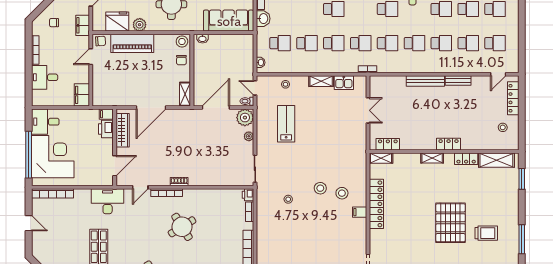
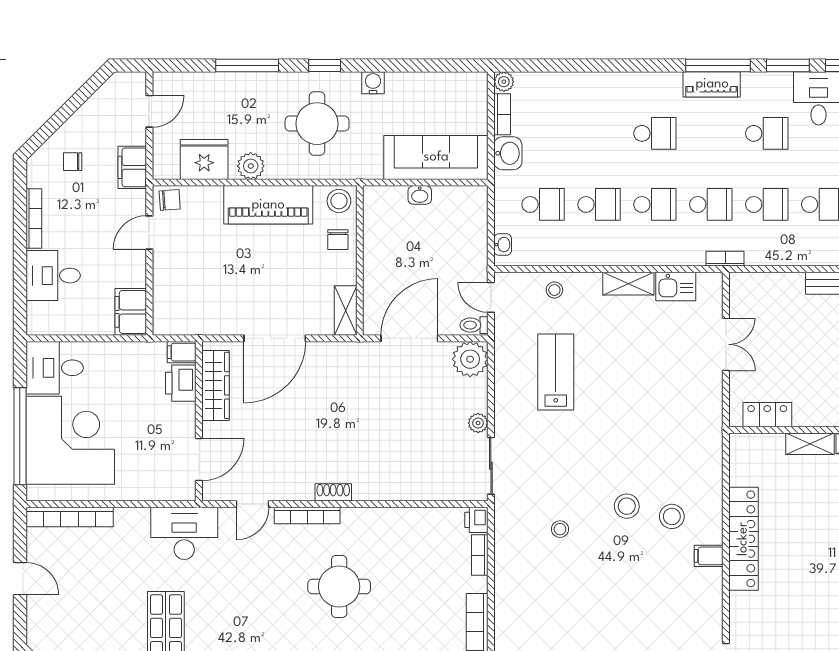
washbasin: (202, 39) -> (420, 195), moved
piano: (132, 43) -> (268, 205), moved
plant: (249, 136) -> (478, 423), moved
shelving: (381, 158) -> (810, 444), moved
round table: (182, 227) -> (339, 587), turned 32

